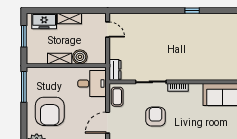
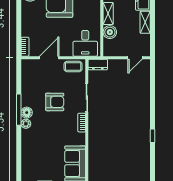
door: (108, 123) -> (49, 58), hinge flipped

